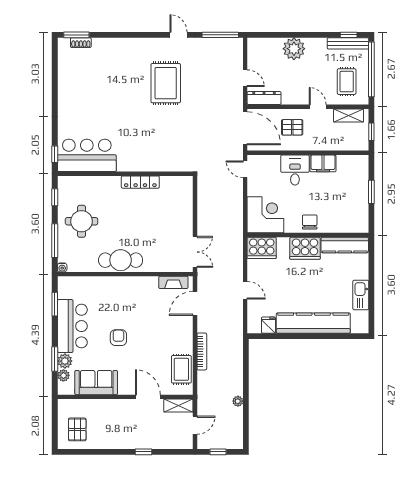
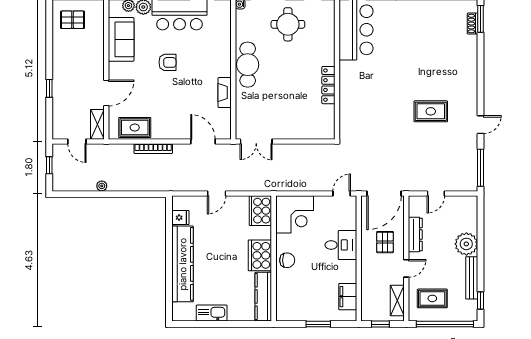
bench: (348, 43) -> (472, 278), moved
rug: (166, 83) -> (431, 111), width x0.73, depth x0.70
dresser: (264, 98) -> (415, 235), moved
filing cabinet: (323, 163) -> (348, 297), moved
fireplace: (173, 282) -> (225, 92), moved

